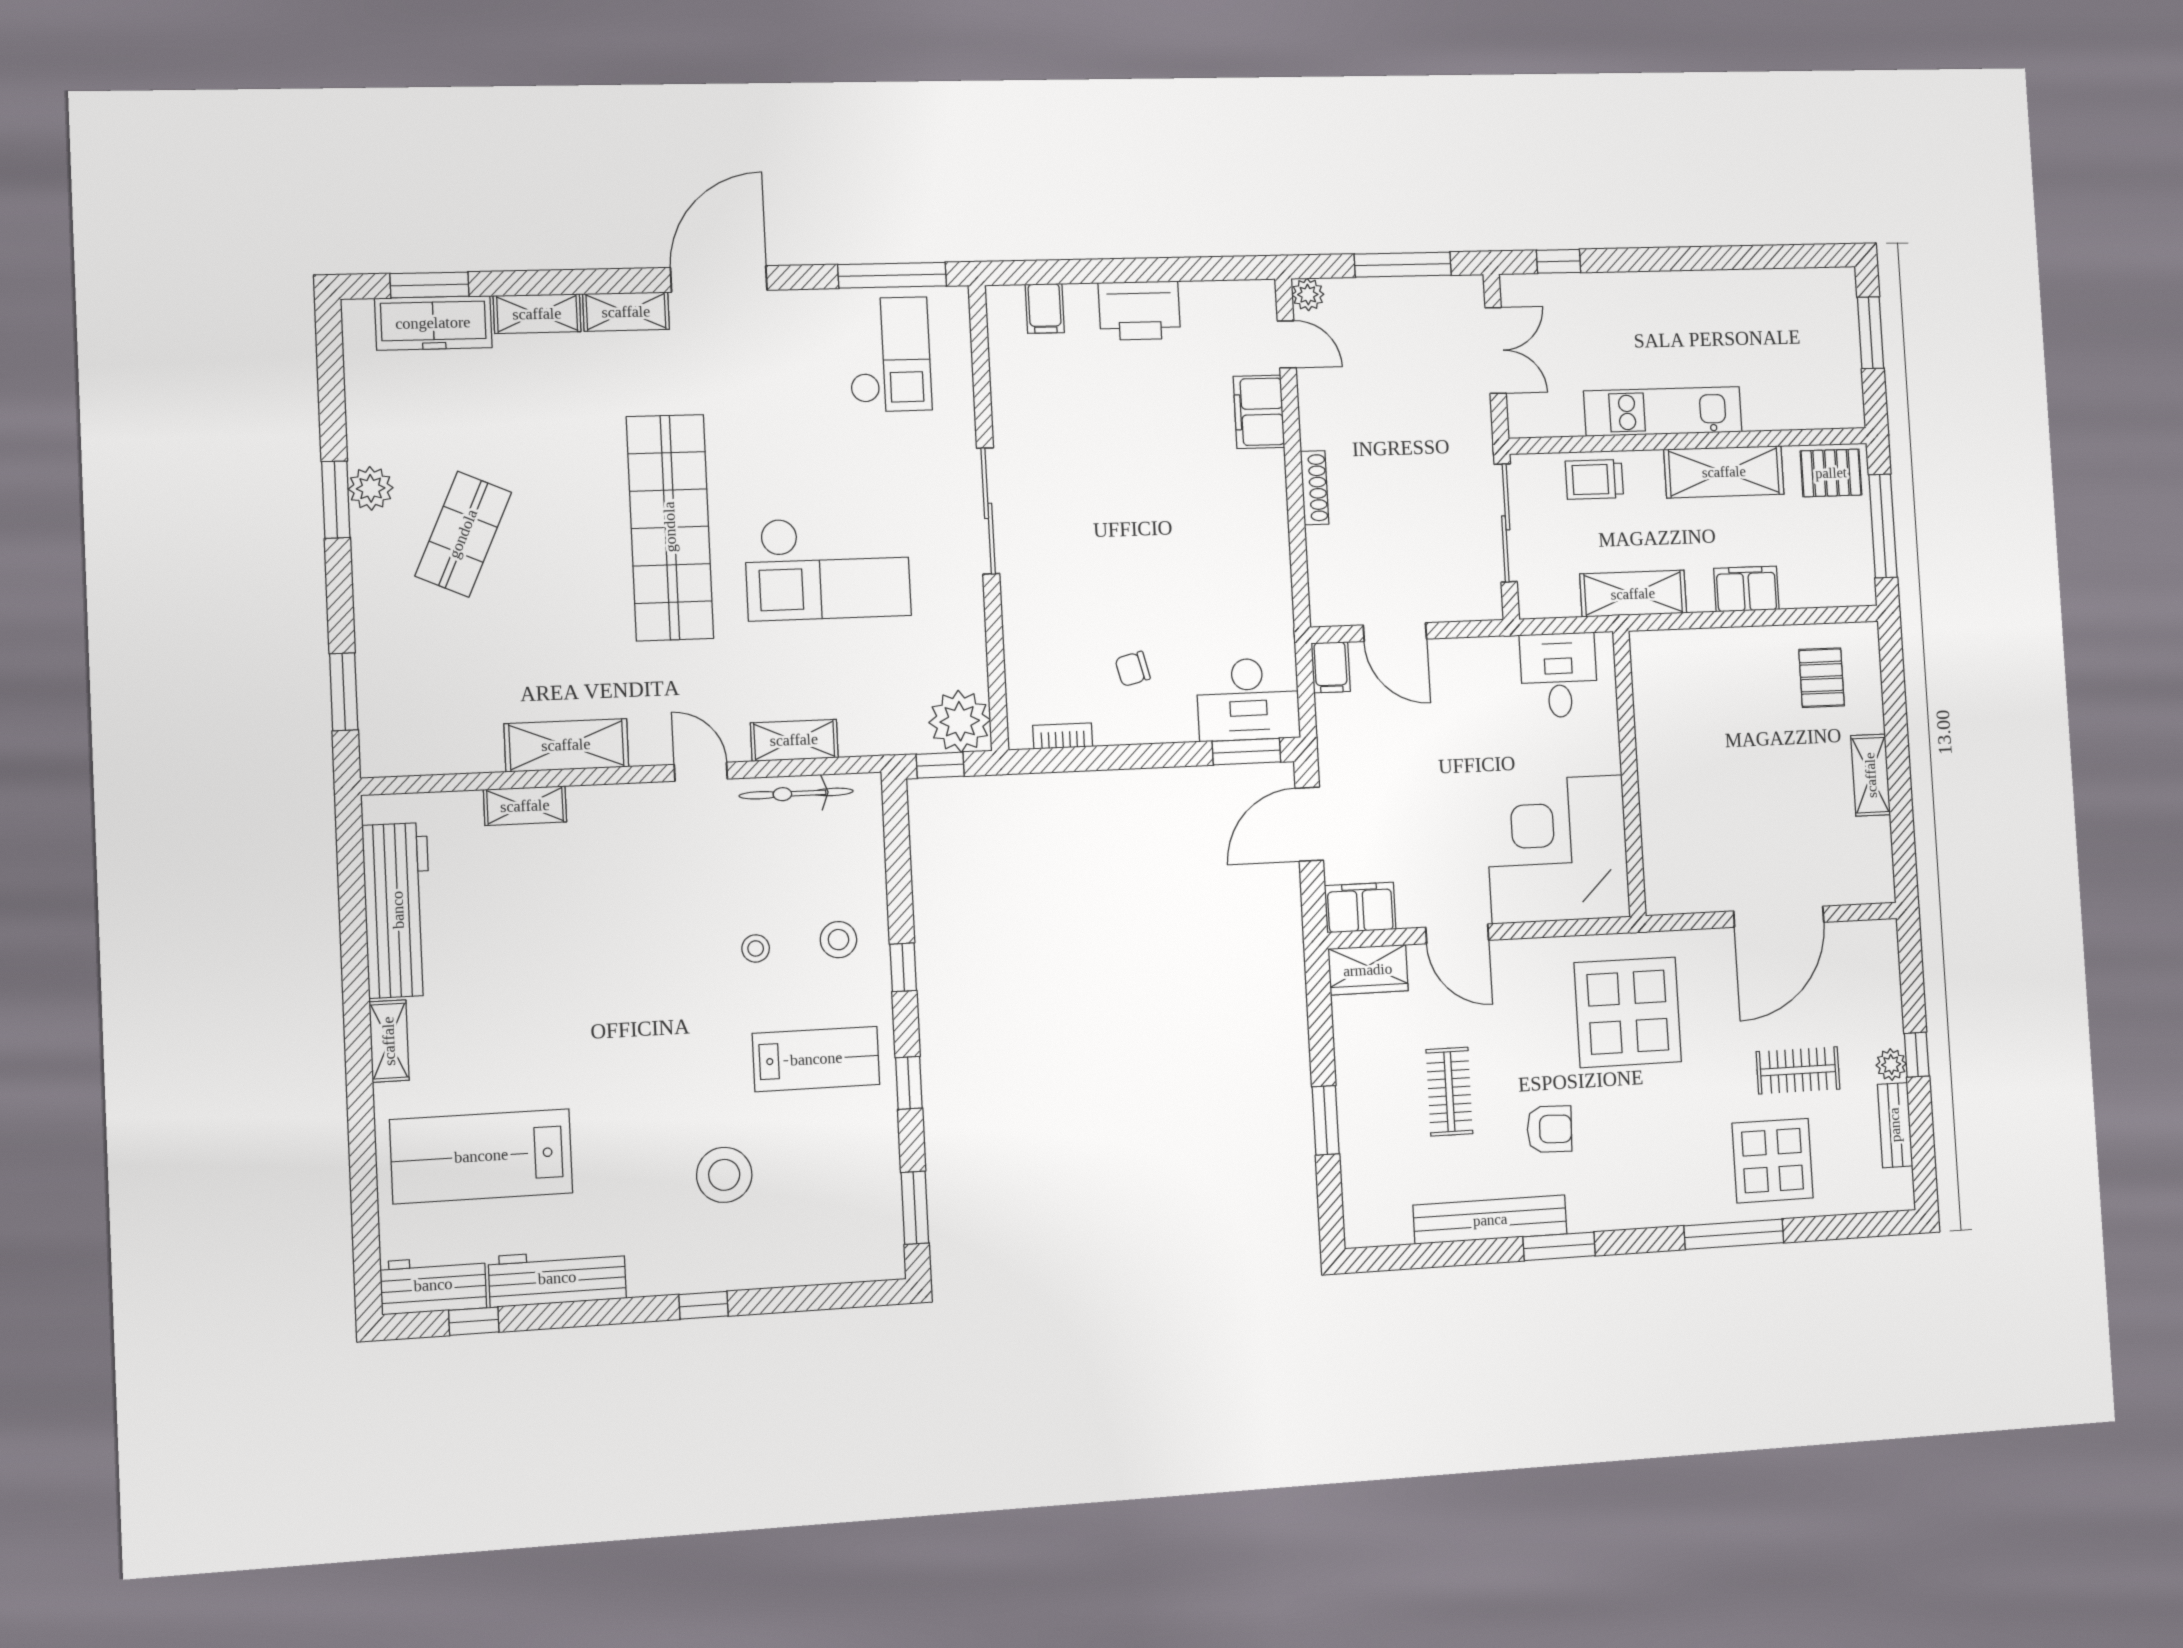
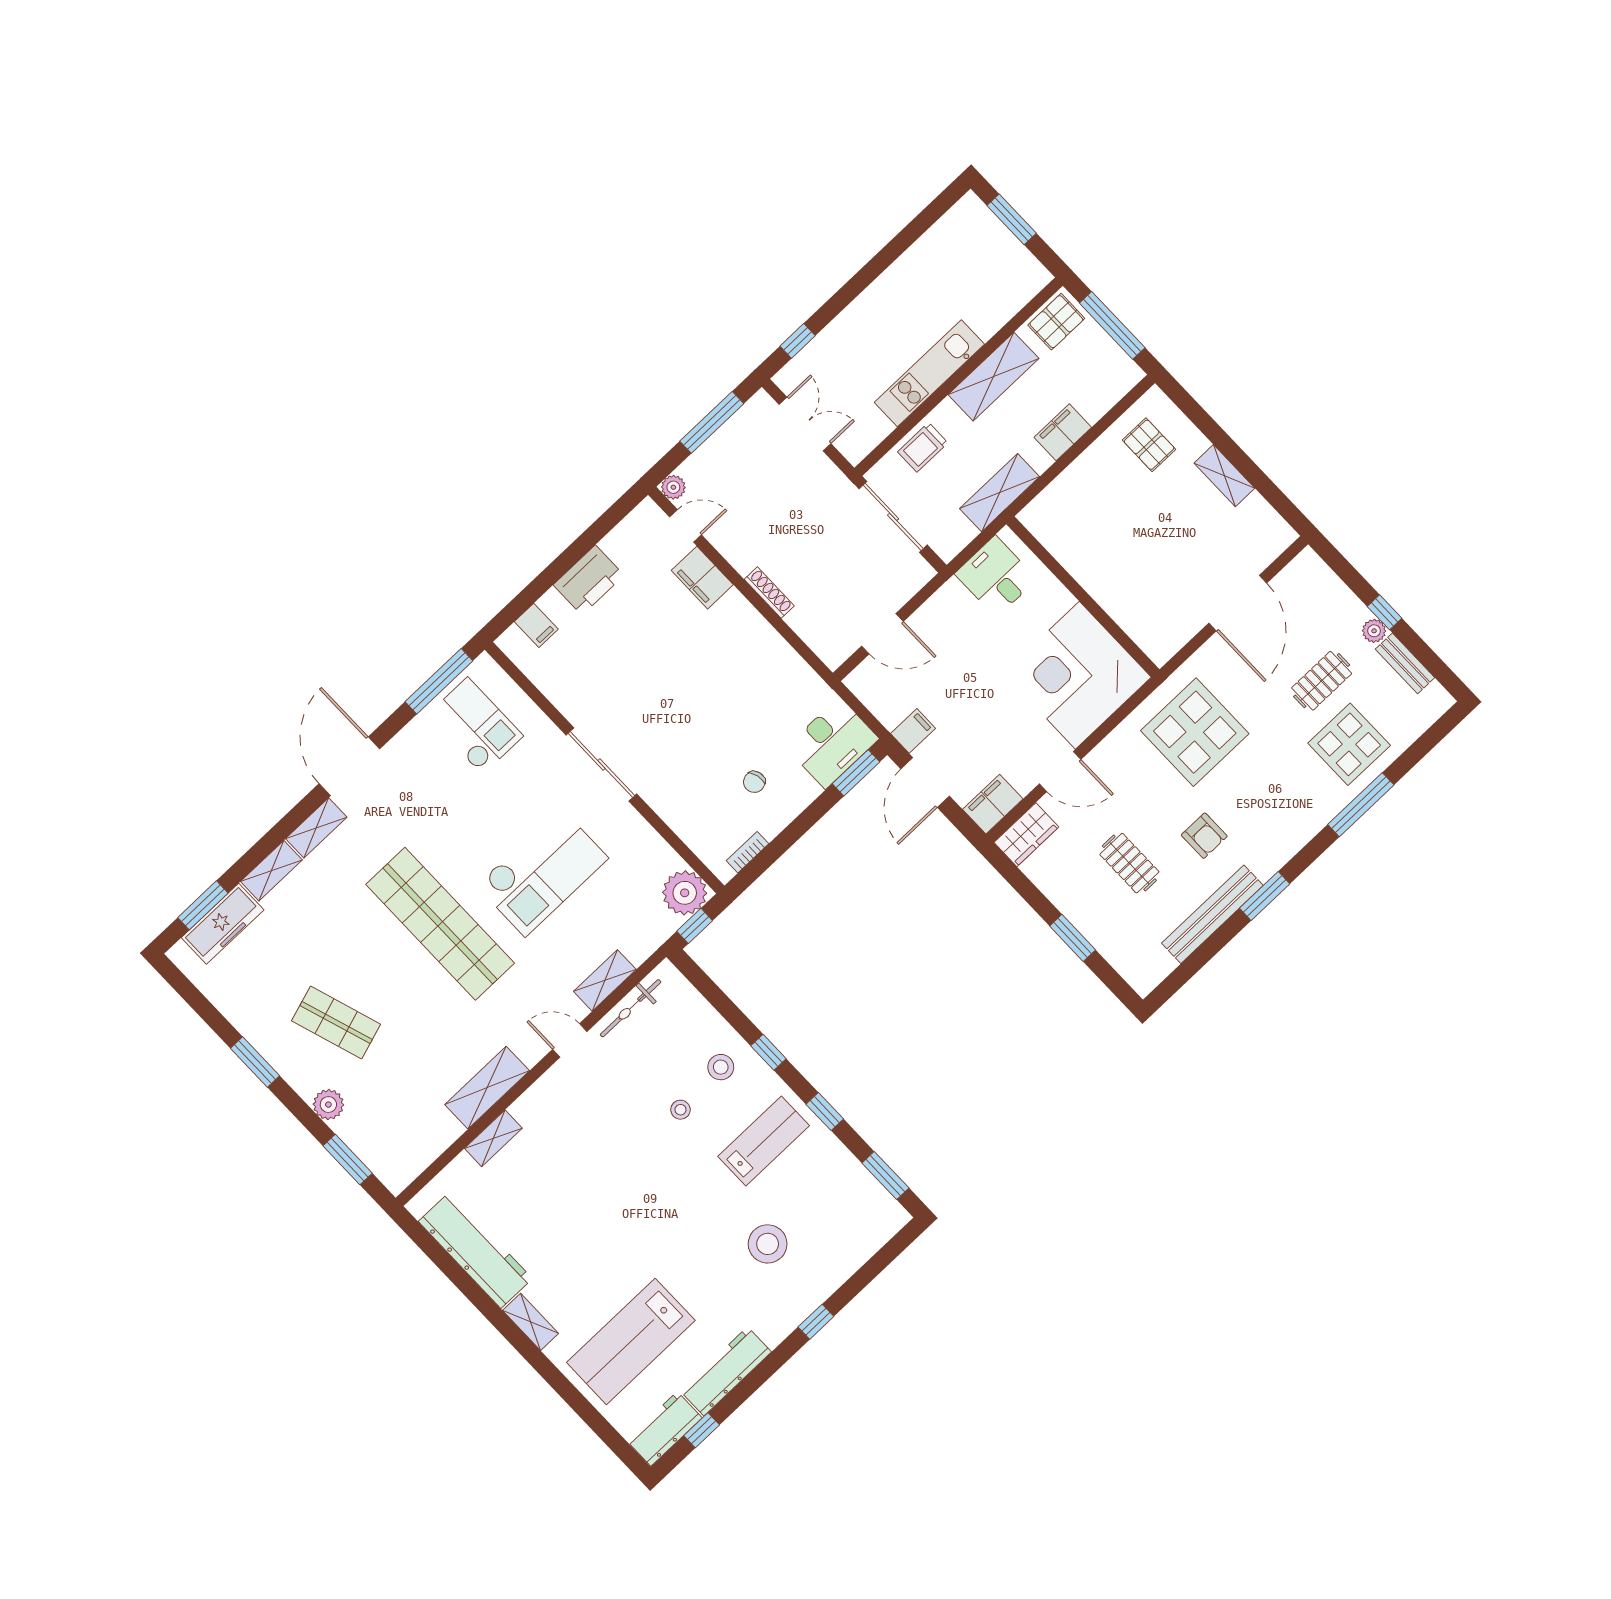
plant: (371, 488) -> (328, 1105), moved
shop shelf: (463, 534) -> (336, 1023), turned -42
filing cabinet: (1331, 667) -> (913, 731), moved, turned -90
armchair: (1549, 1129) -> (1204, 836), turned 88

